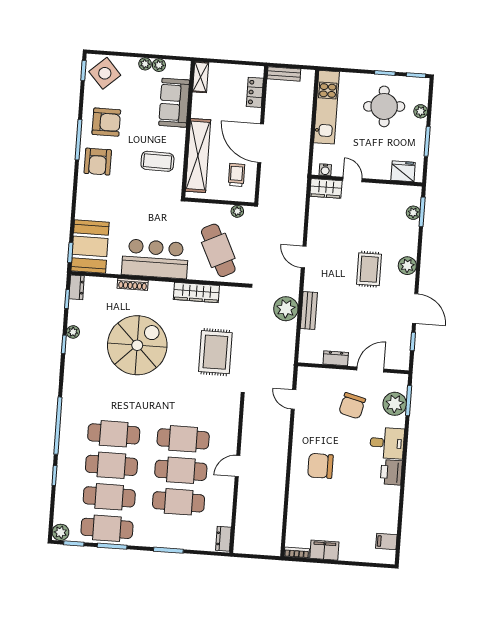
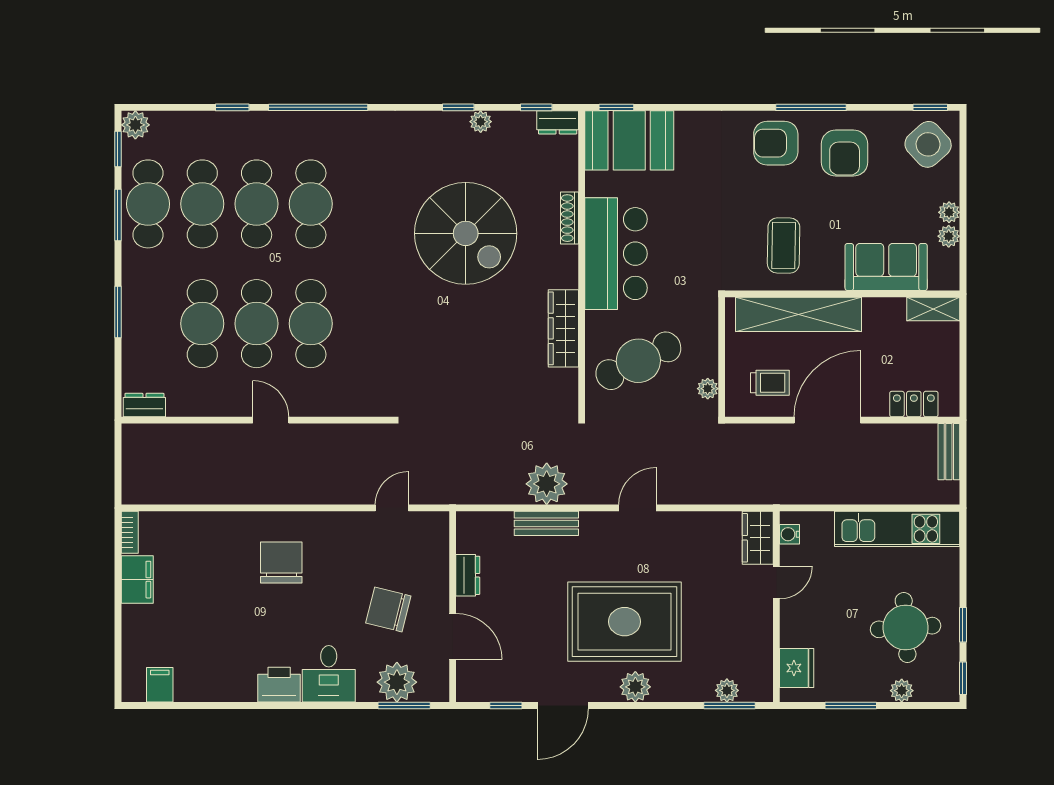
rug: (369, 269) -> (625, 622), width x1.86, depth x2.06
rug: (215, 352) -> (463, 368), removed

